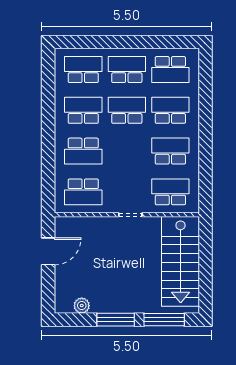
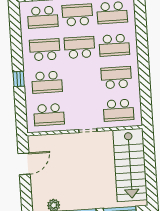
school desk: (83, 70) -> (43, 17), turned 180
school desk: (170, 110) -> (114, 45), turned 180
window: (48, 145) -> (19, 79), added
school desk: (170, 192) -> (118, 110), turned 180

